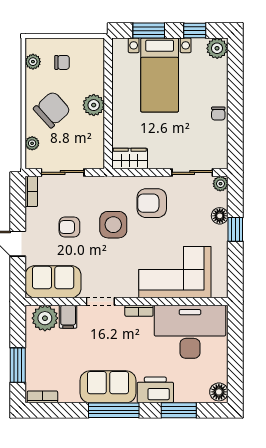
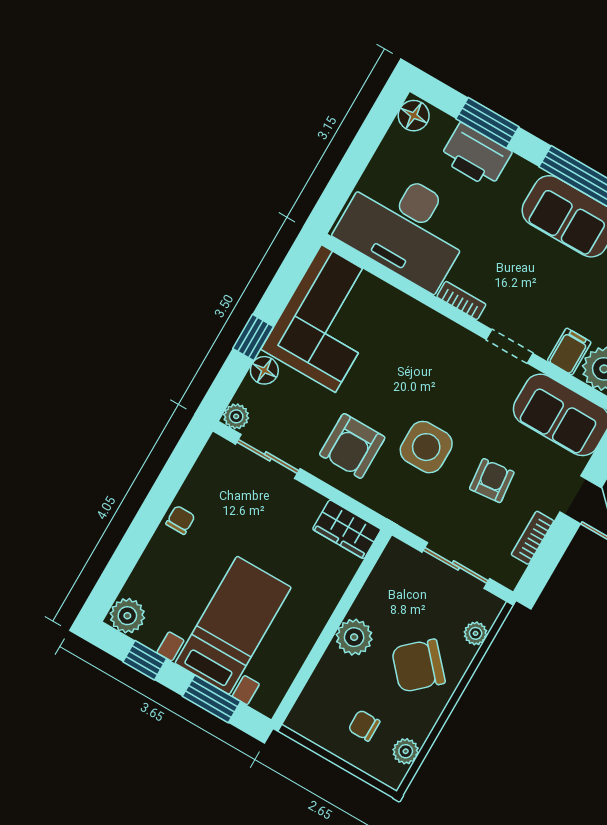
bookcase: (31, 191) -> (532, 538), moved
armchair: (152, 203) -> (352, 446), turned 90
armchair: (69, 227) -> (492, 481), turned -96
corner sofa: (175, 272) -> (328, 319), moved, turned -90
printer: (155, 390) -> (476, 155), moved

